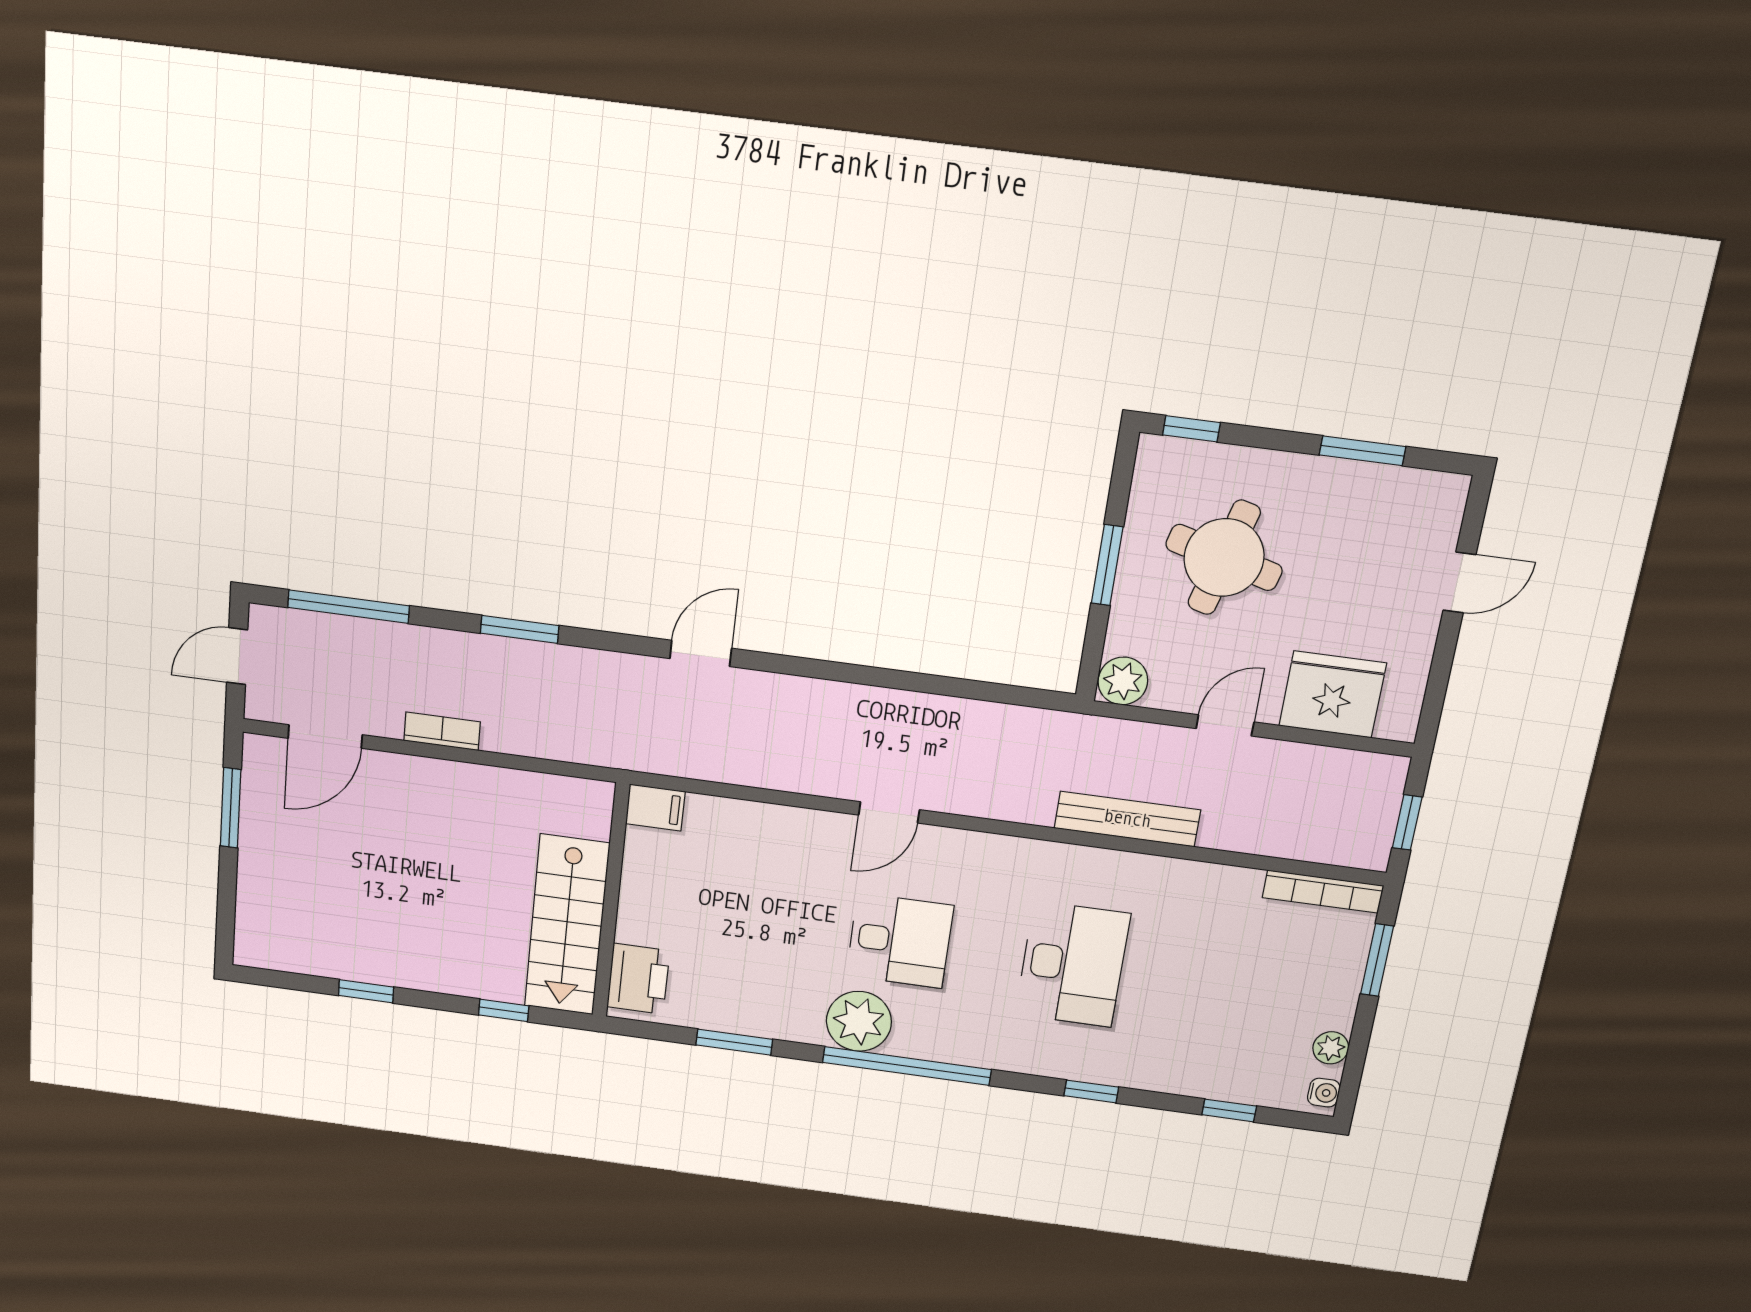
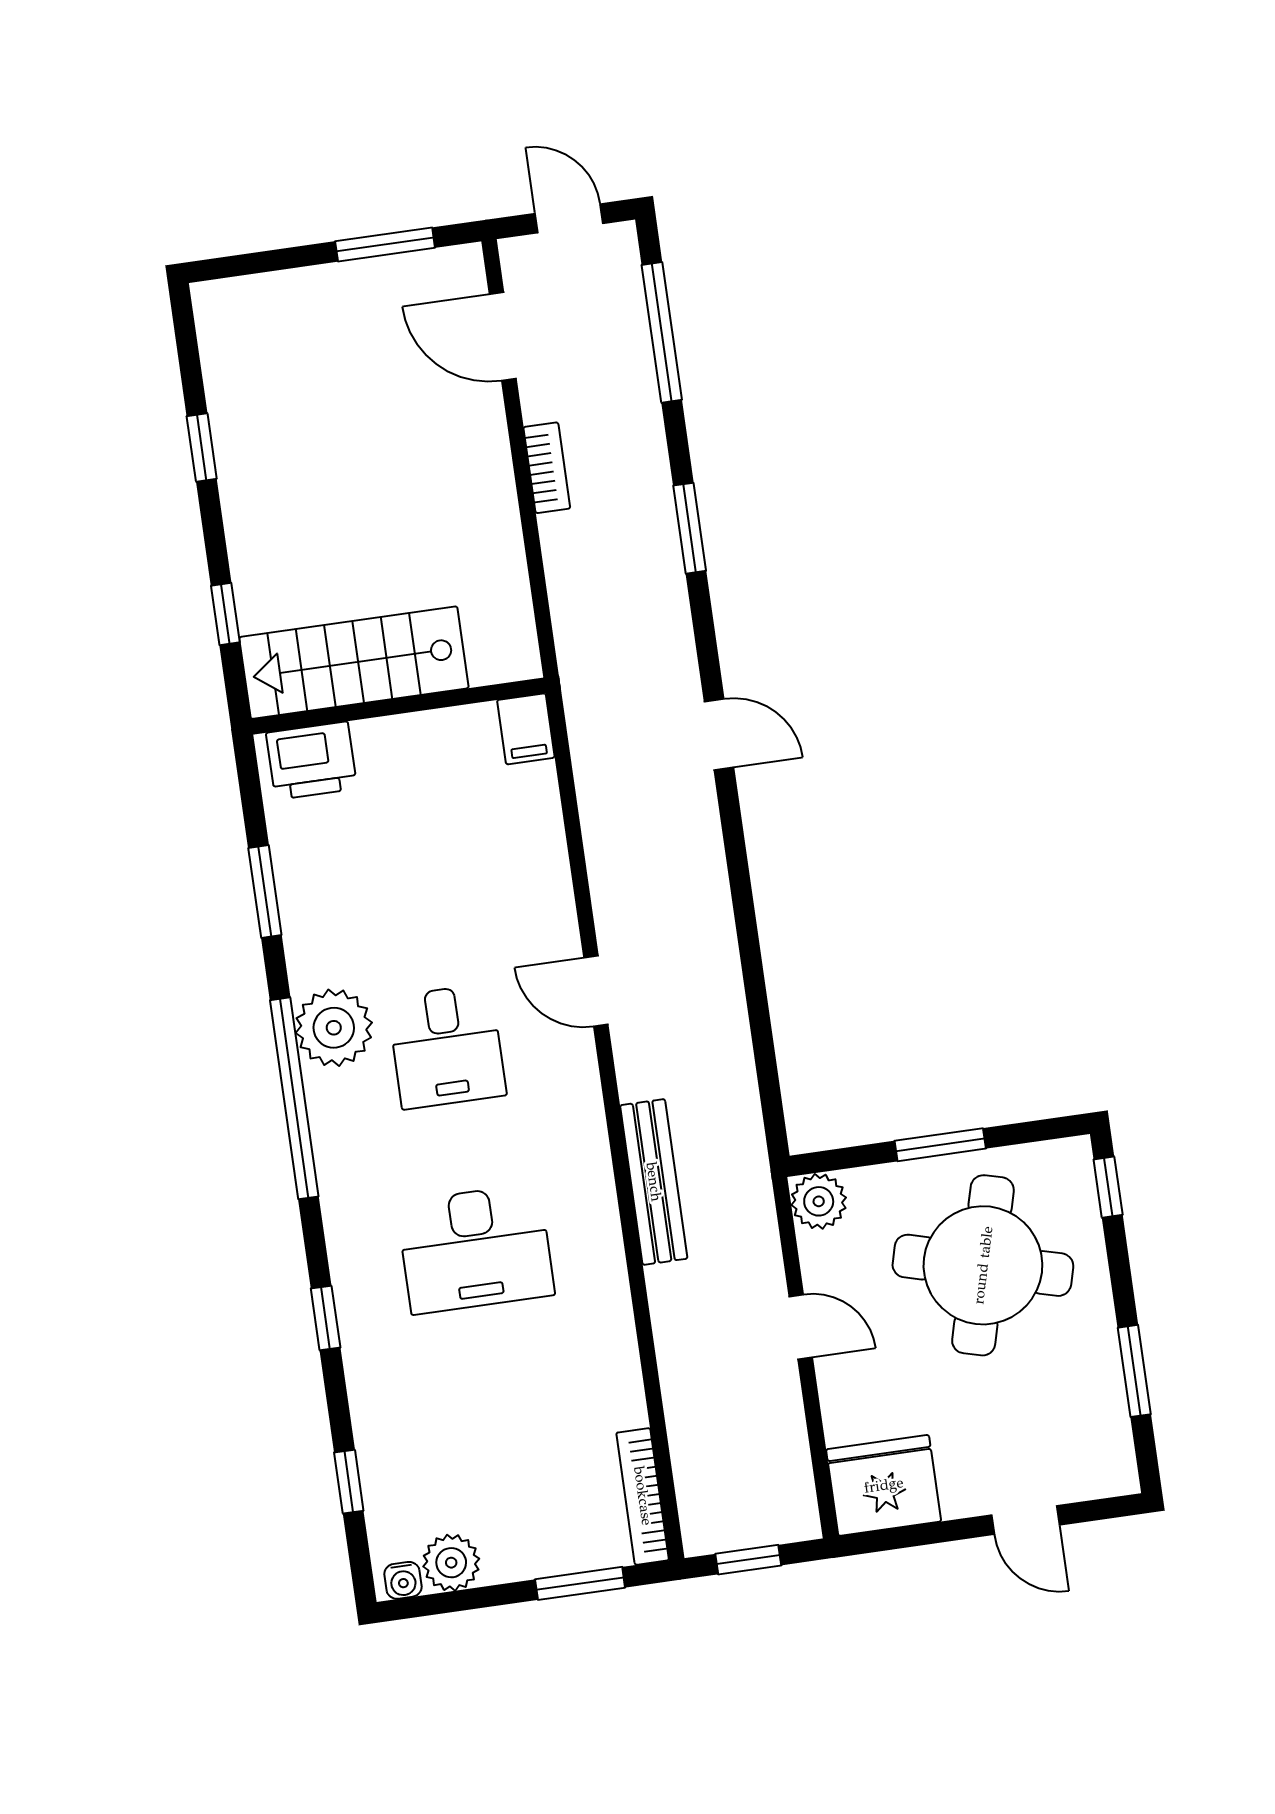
round table: (1224, 558) -> (983, 1265), width x1.36, depth x1.36
fridge: (1333, 694) -> (884, 1485), moved, turned -90
bench: (1127, 819) -> (654, 1182), moved
plant: (1331, 1048) -> (451, 1563), width x1.38, depth x1.38

